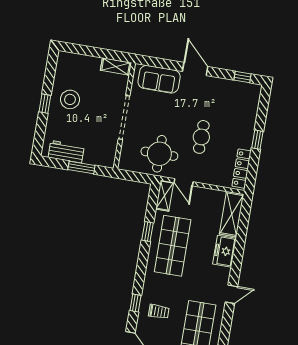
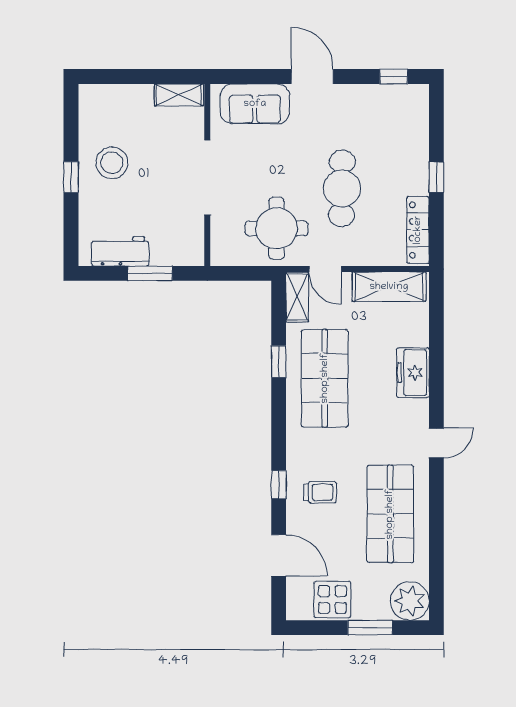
cafe table: (201, 137) -> (342, 188), width x1.37, depth x1.35
shelving: (232, 214) -> (389, 287), moved, turned 90

